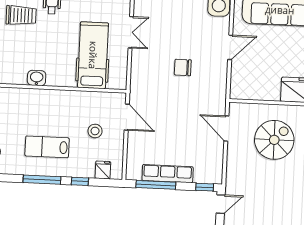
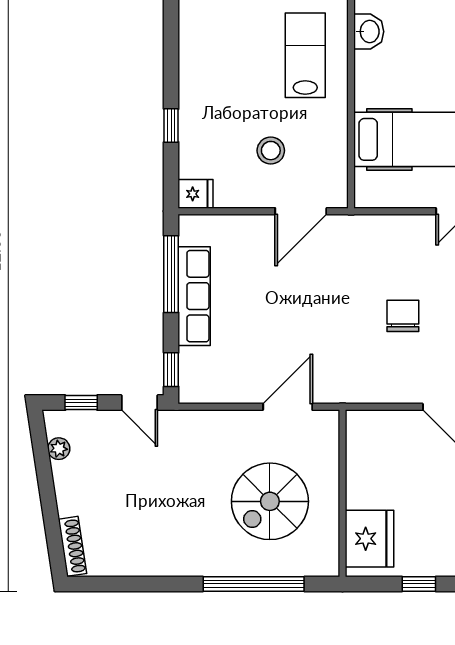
spiral stairs: (274, 140) -> (270, 501), turned 90
lab bench: (47, 147) -> (305, 55), moved
fridge: (103, 170) -> (195, 194), moved
window: (42, 180) -> (171, 51), removed

